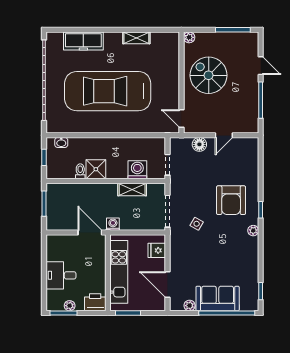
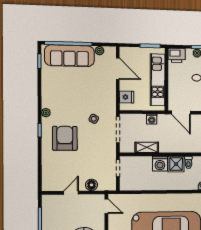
washing machine: (137, 170) -> (160, 164), moved
washing machine: (113, 224) -> (152, 119), moved
sofa: (218, 299) -> (69, 56), width x1.36

